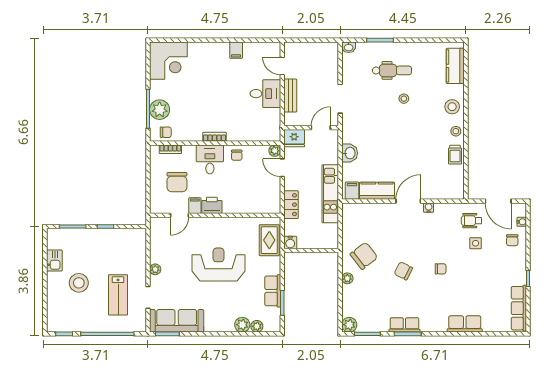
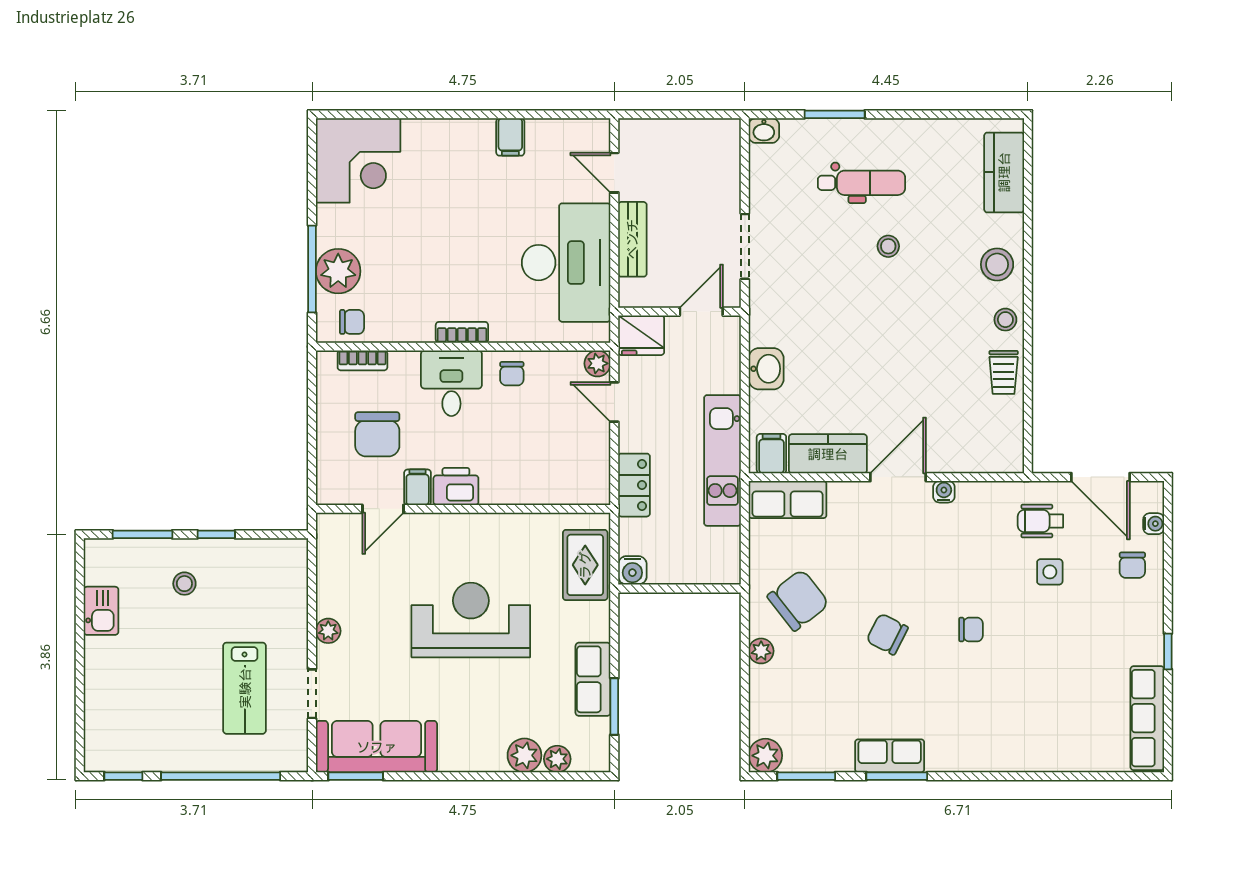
desk: (265, 94) -> (566, 263), width x1.87, depth x1.30
stool: (79, 283) -> (184, 584), moved, width x0.53, depth x0.53
row of seats: (465, 324) -> (788, 500), moved, turned 180

